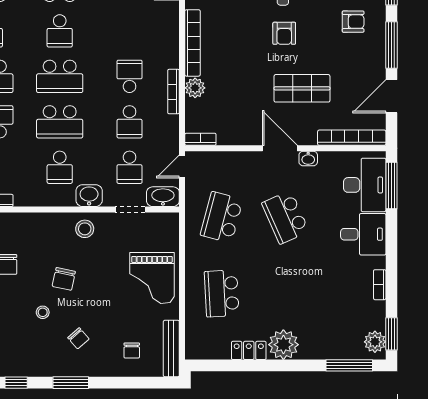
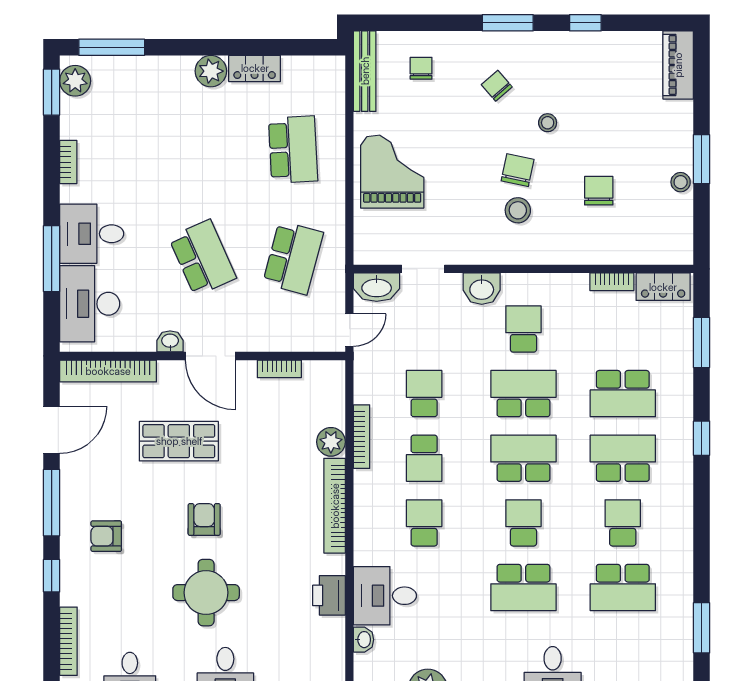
bookcase: (200, 139) -> (279, 369), moved
school desk: (130, 167) -> (424, 523), moved
window: (391, 185) -> (52, 259), moved
stool: (85, 229) -> (518, 210), moved
plant: (283, 345) -> (211, 71), width x0.73, depth x0.73

